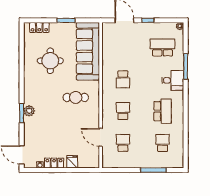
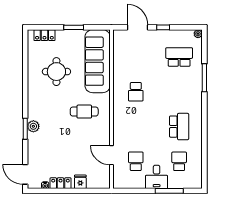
desk: (173, 80) -> (157, 177), moved, turned 90
school desk: (123, 111) -> (136, 127), removed

